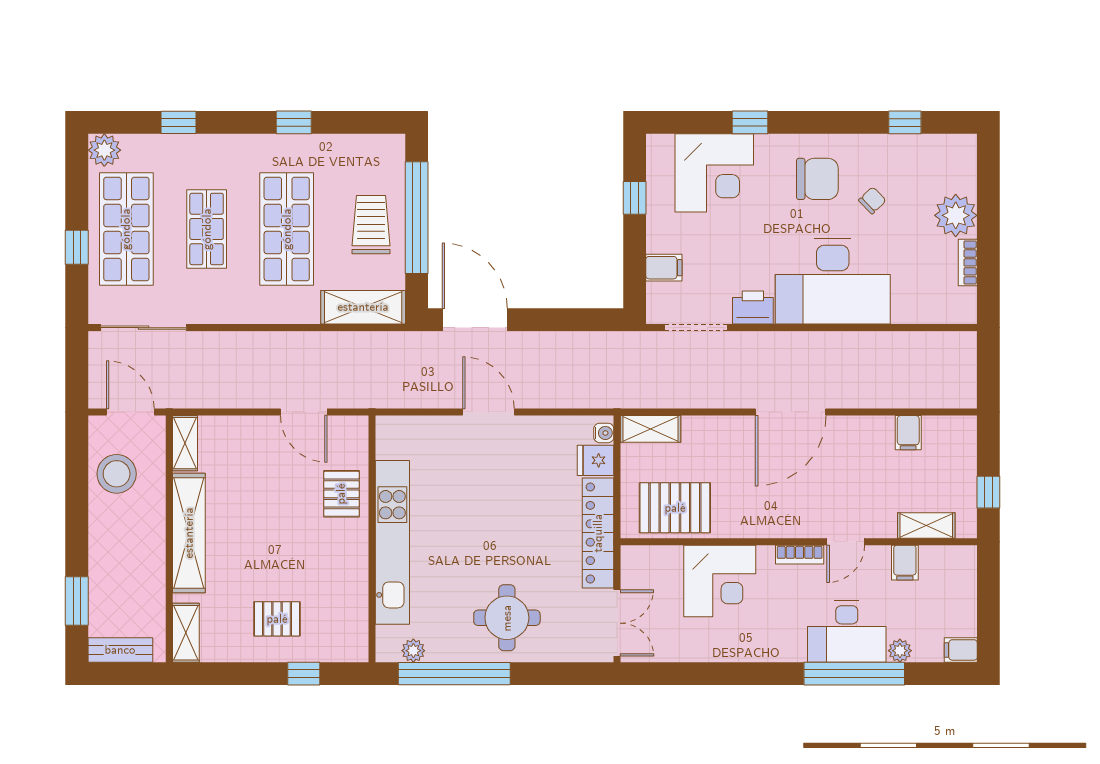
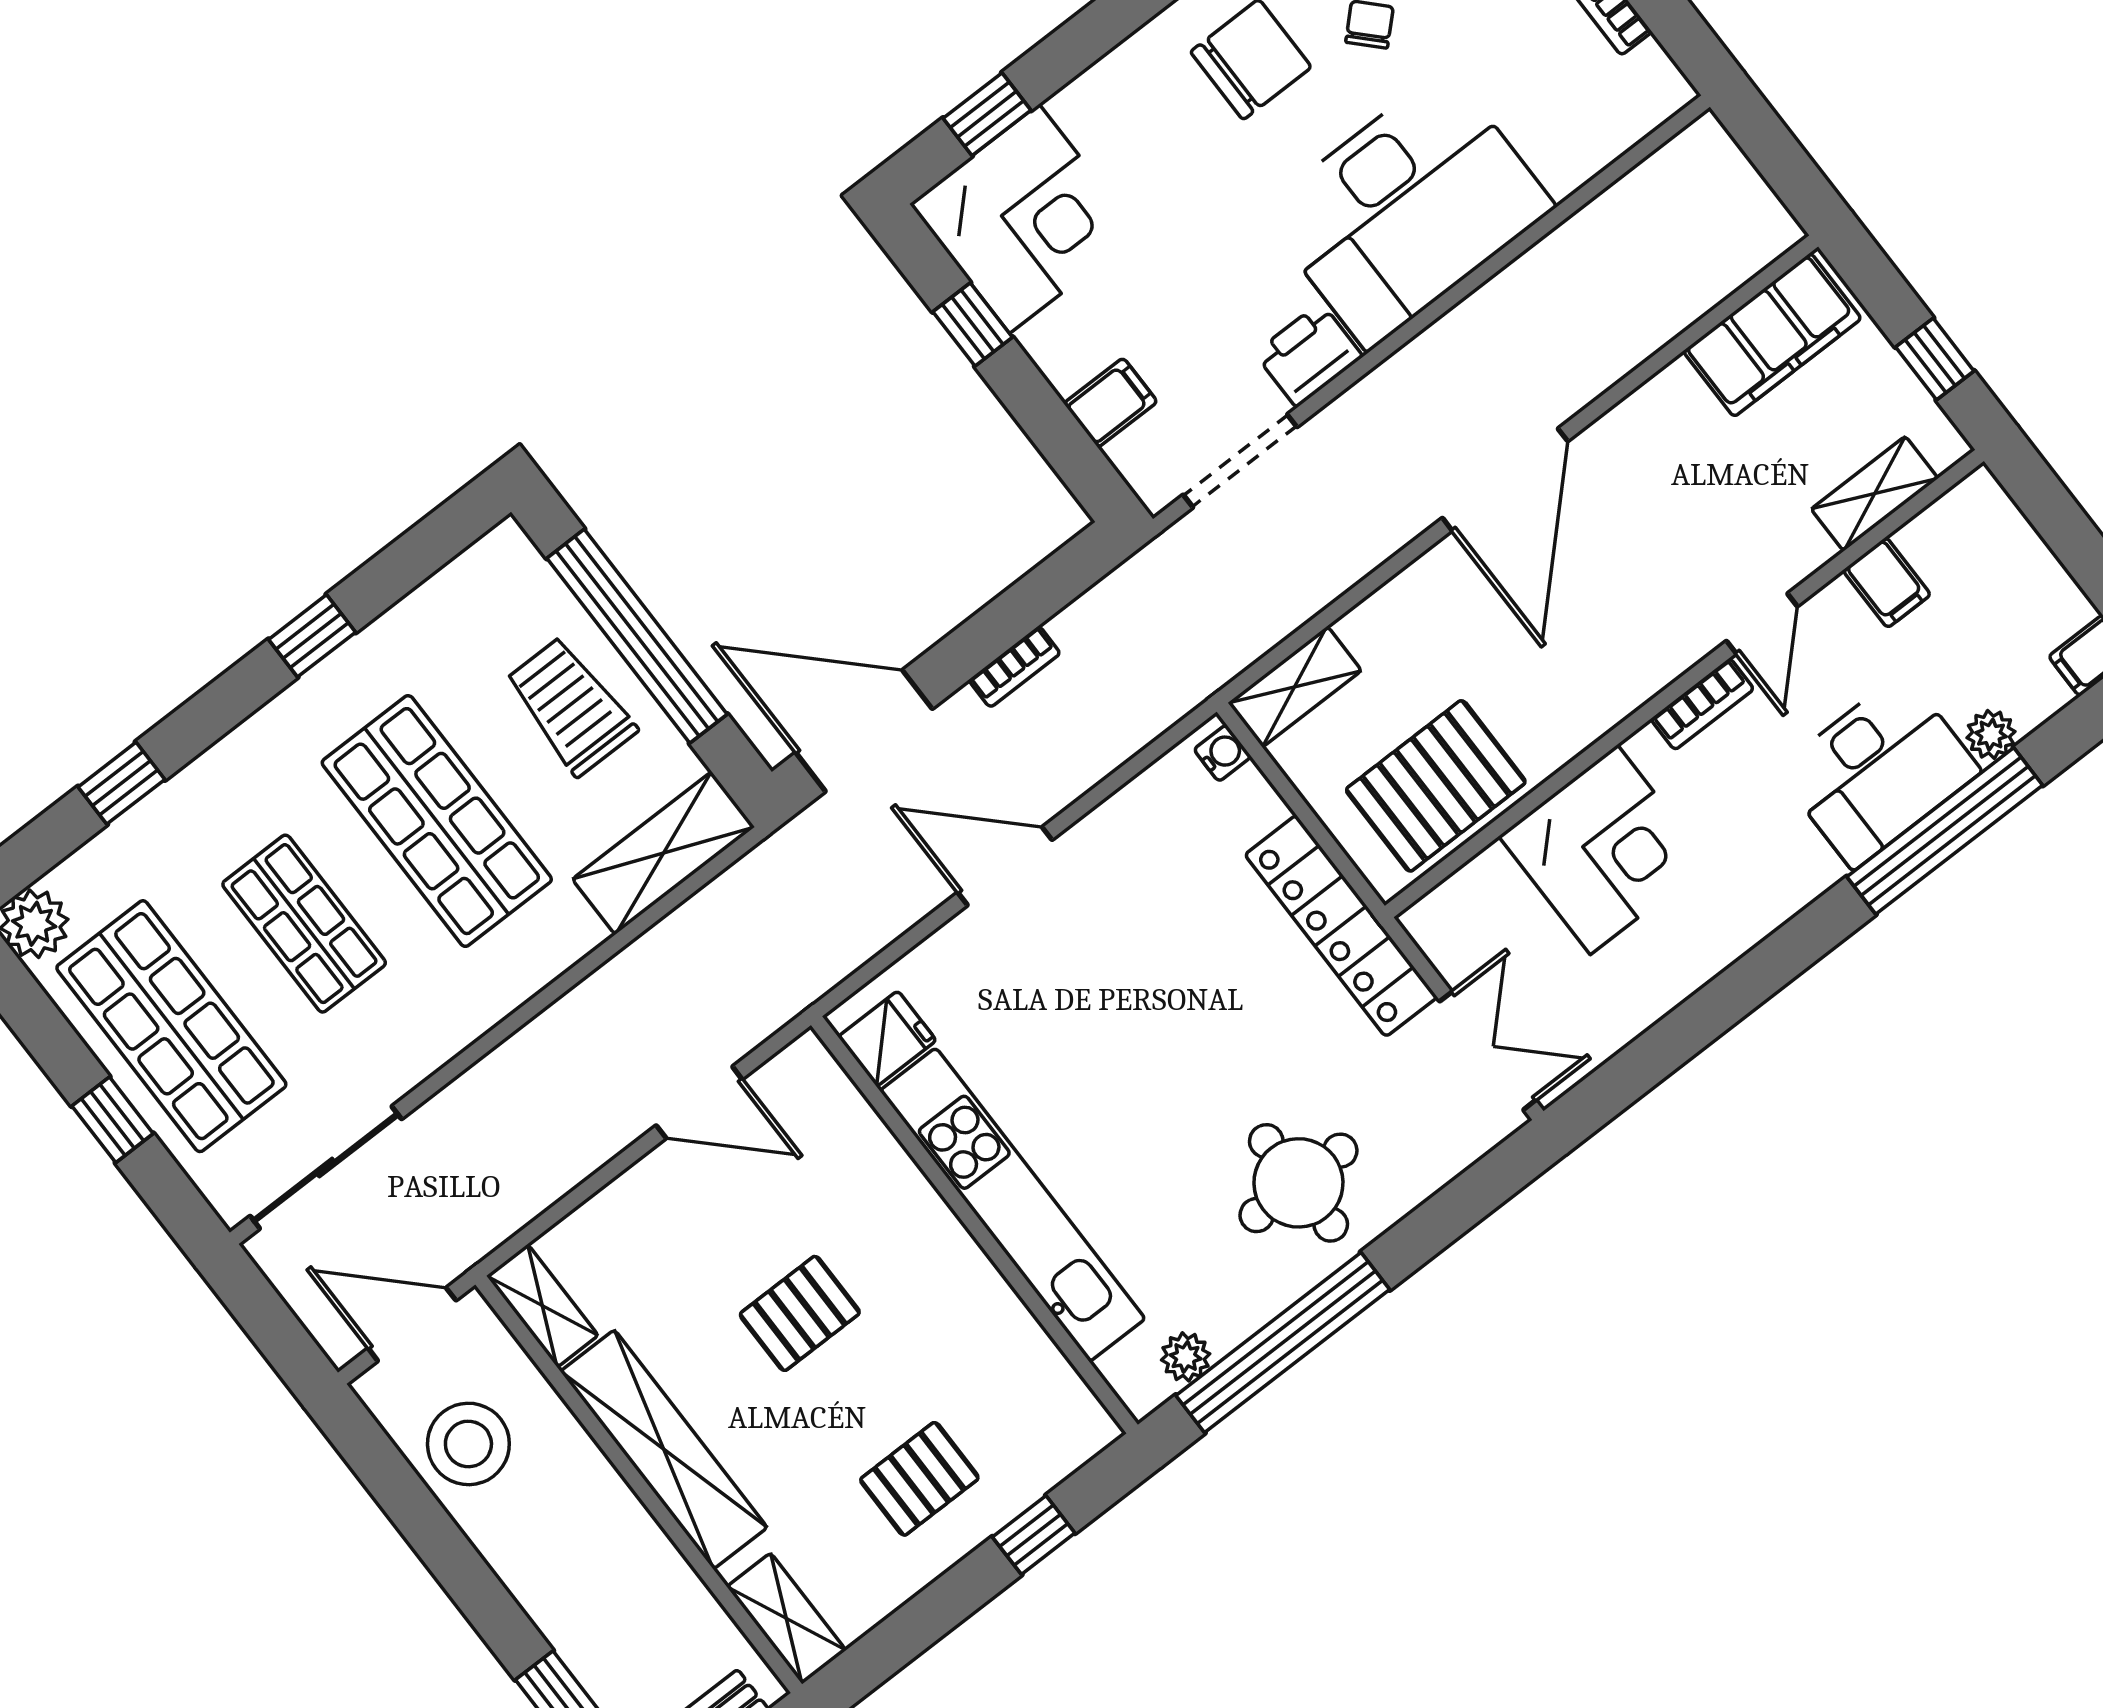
window: (750, 122) -> (987, 114), moved
corner desk: (714, 173) -> (1024, 219), moved
bookcase: (550, 339) -> (1014, 667), added
filing cabinet: (908, 433) -> (1772, 335), width x3.00, depth x1.17
fridge: (596, 460) -> (887, 1039), moved, turned 180
pallet: (341, 494) -> (800, 1313), moved, turned 90

